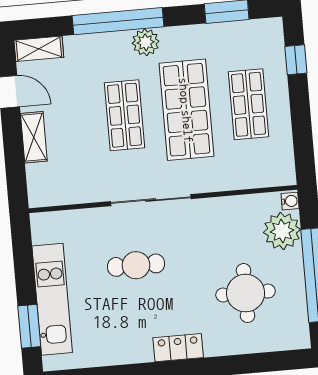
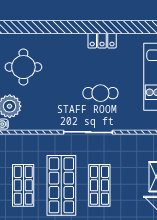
round table: (246, 293) -> (23, 67), moved
locker: (178, 348) -> (102, 41), moved

